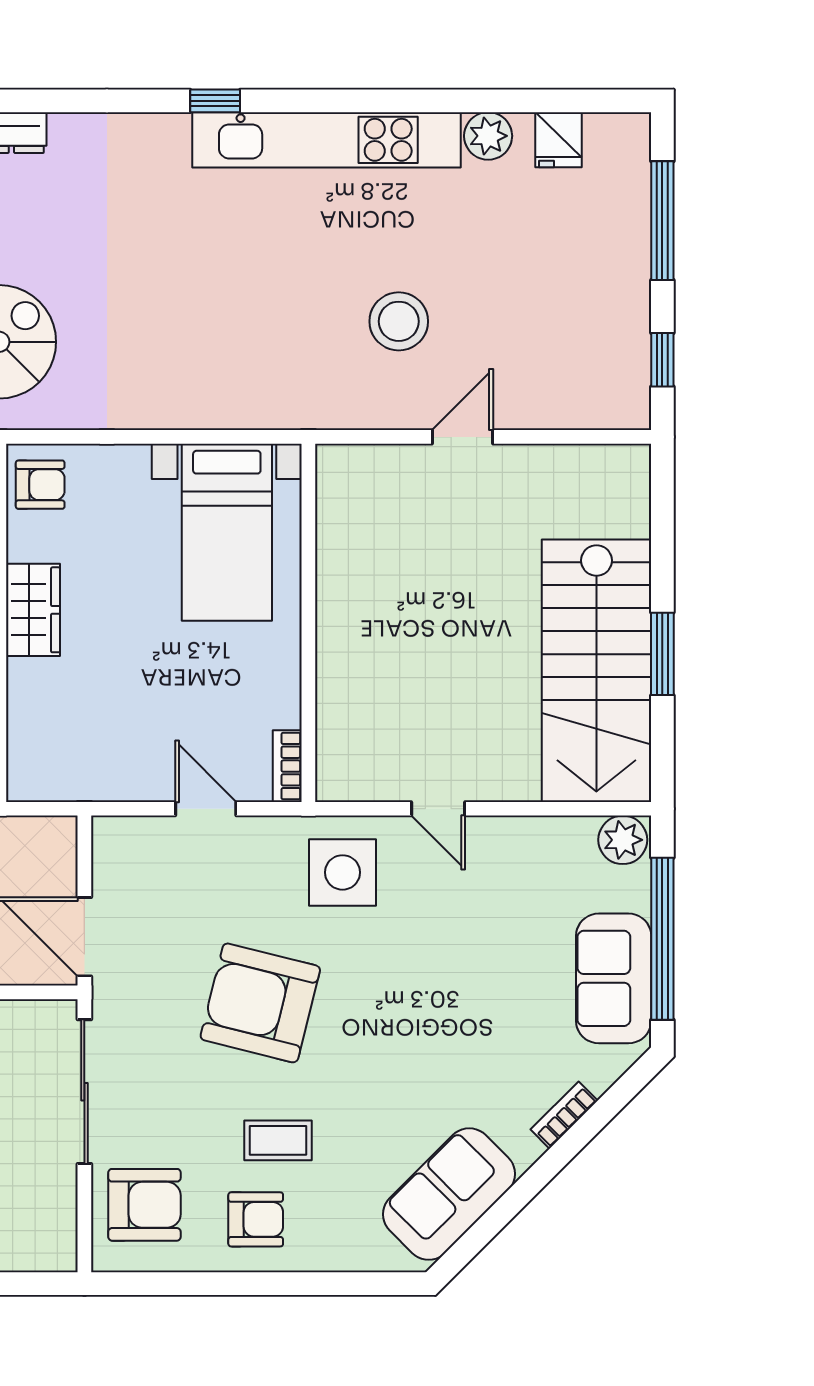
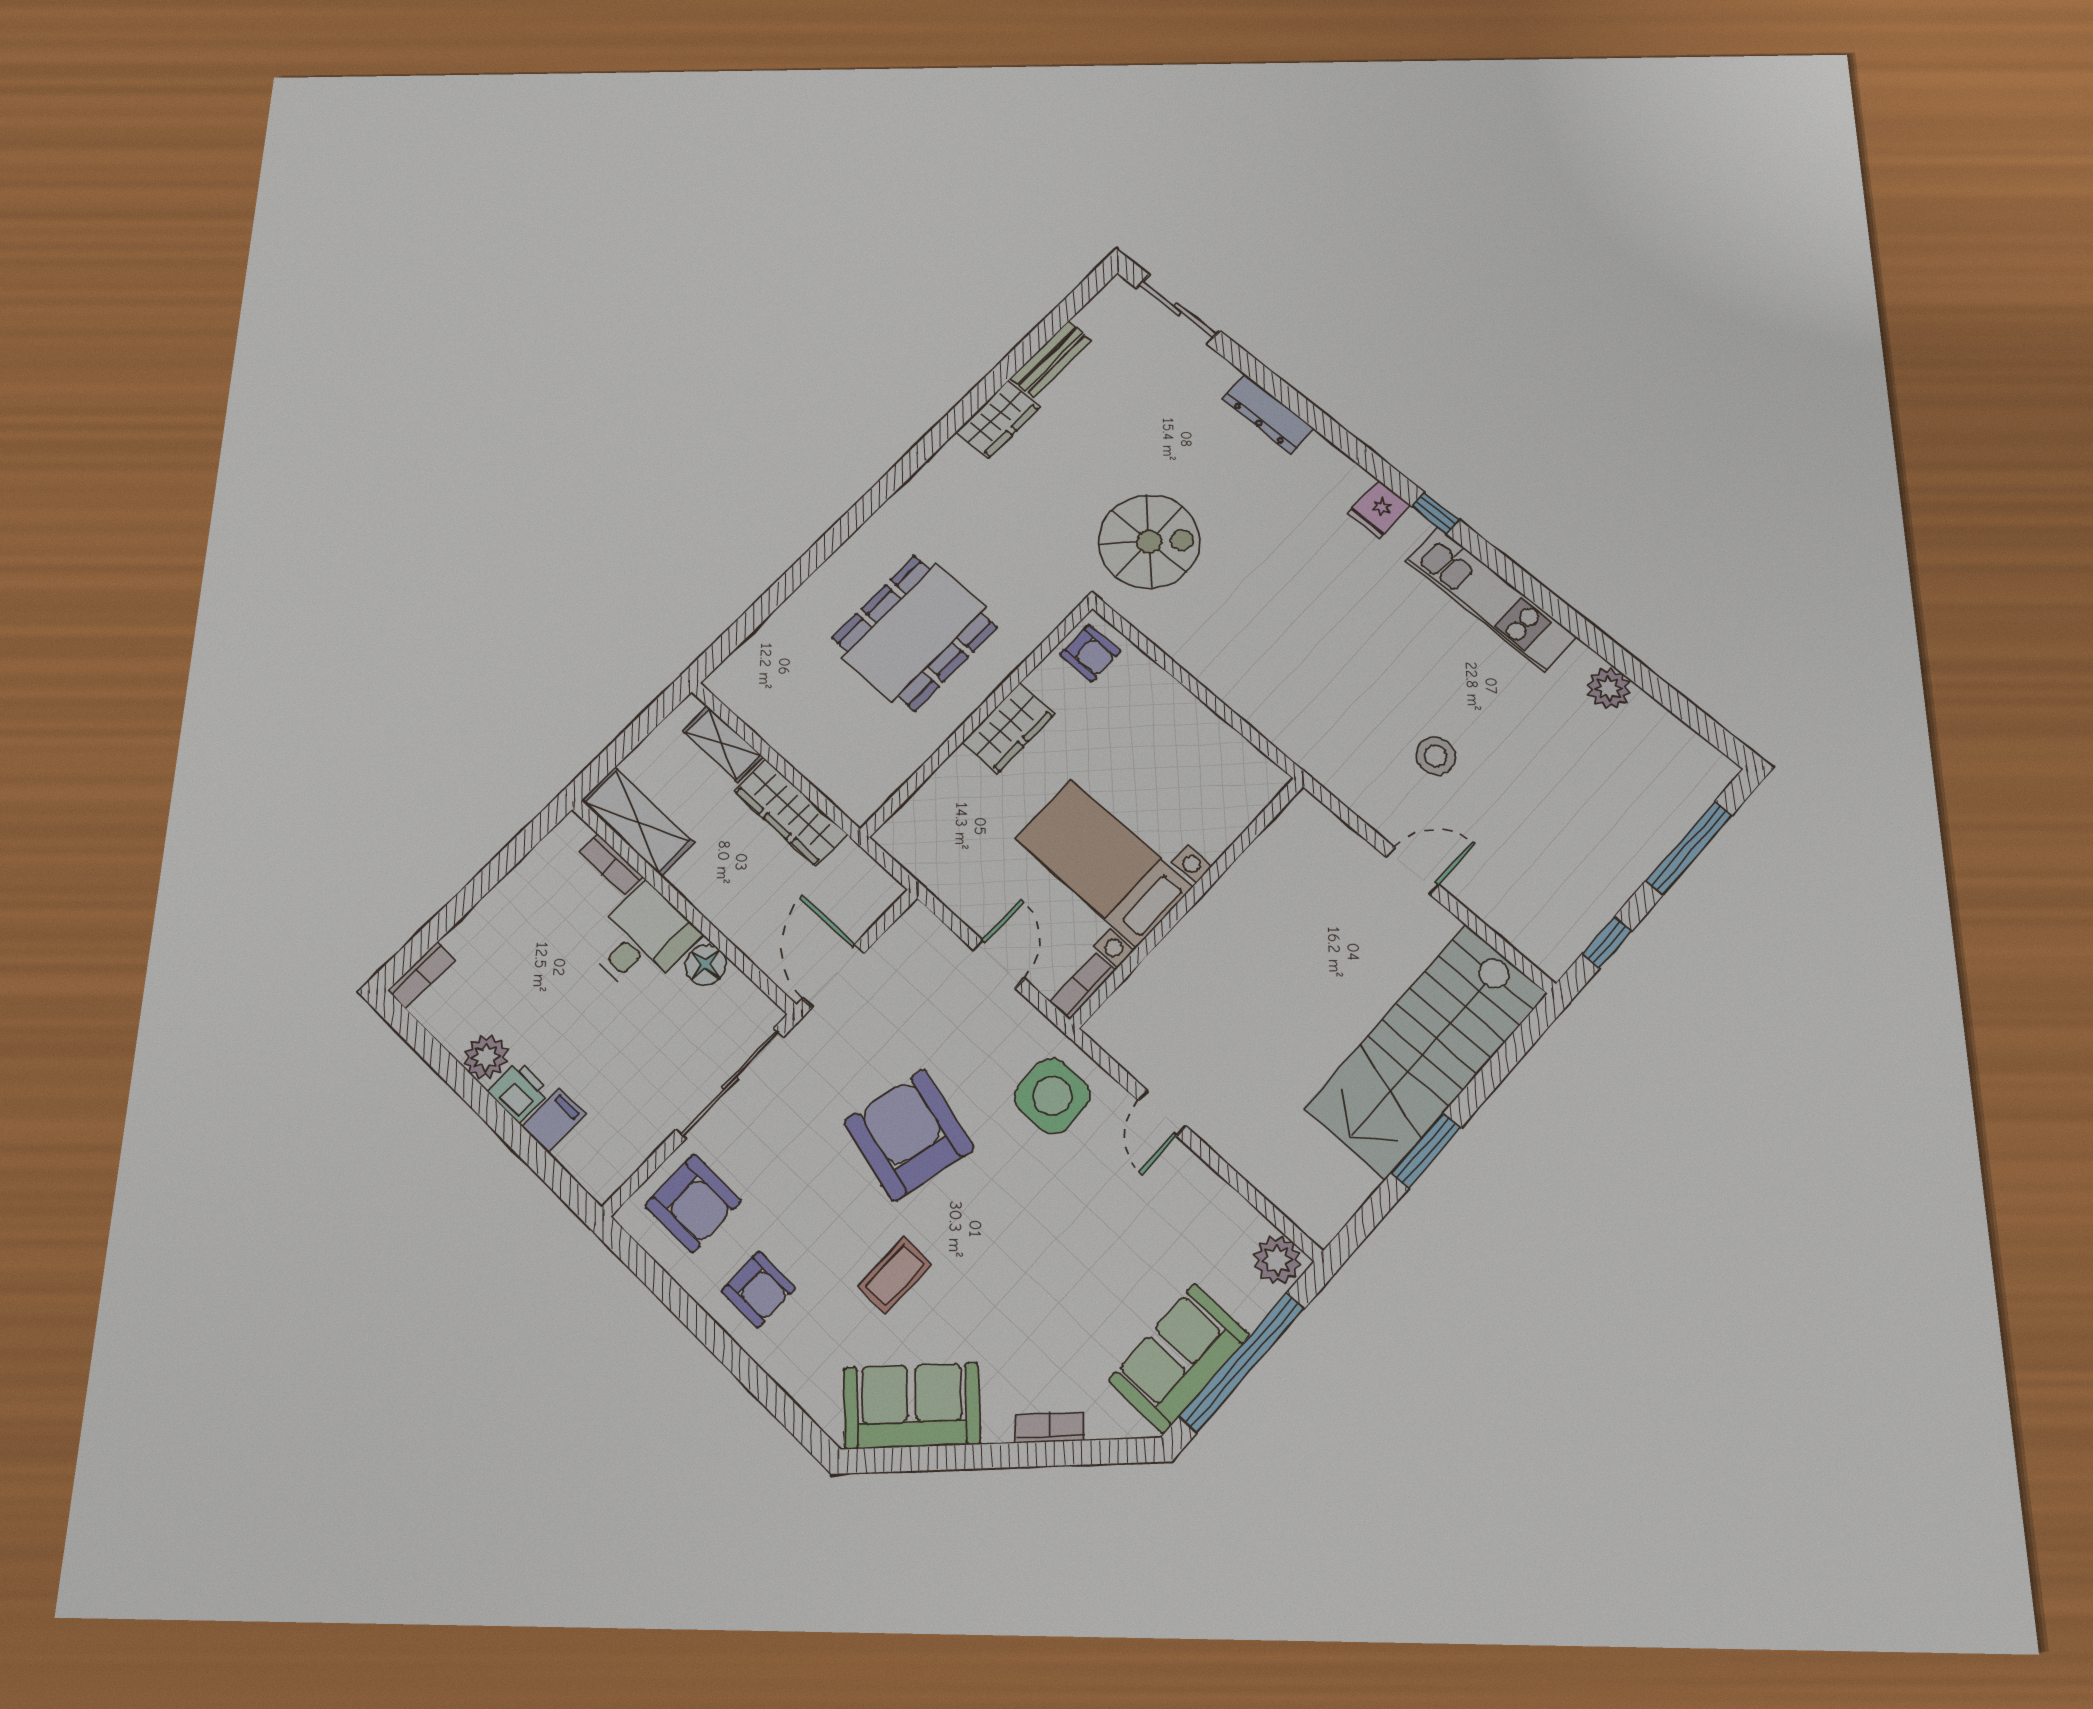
kitchen unit: (326, 140) -> (1491, 599), width x0.73
fridge: (559, 140) -> (1379, 510), moved
stool: (399, 321) -> (1436, 756), width x0.73, depth x0.73
bed with nightstands: (227, 532) -> (1104, 863), moved, turned 90
stairs: (596, 671) -> (1426, 1050), moved
coffee table: (278, 1140) -> (895, 1275), moved, turned 90

